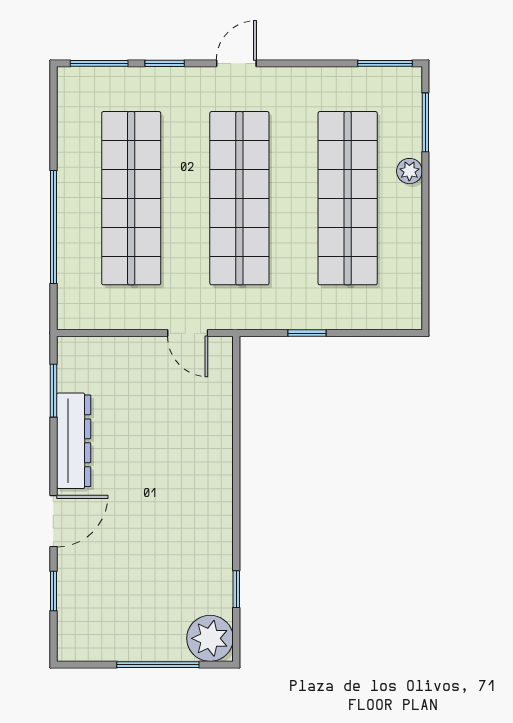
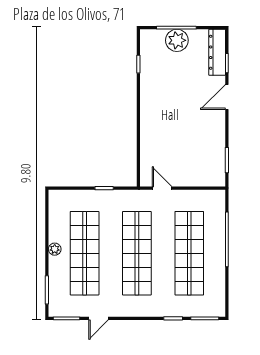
door: (236, 63) -> (98, 318), moved
plant: (409, 171) -> (55, 249), moved
dresser: (74, 441) -> (217, 52), moved
plant: (210, 638) -> (177, 40), moved

